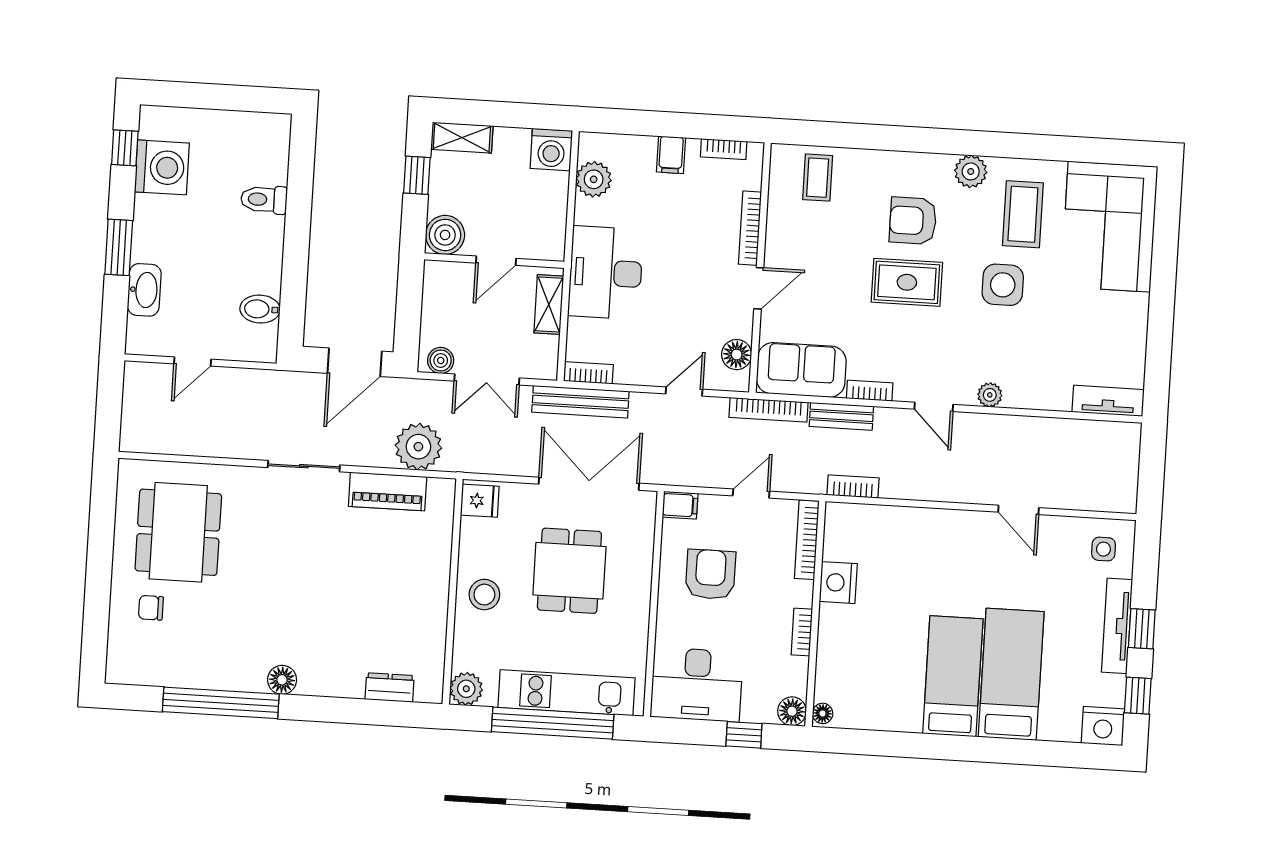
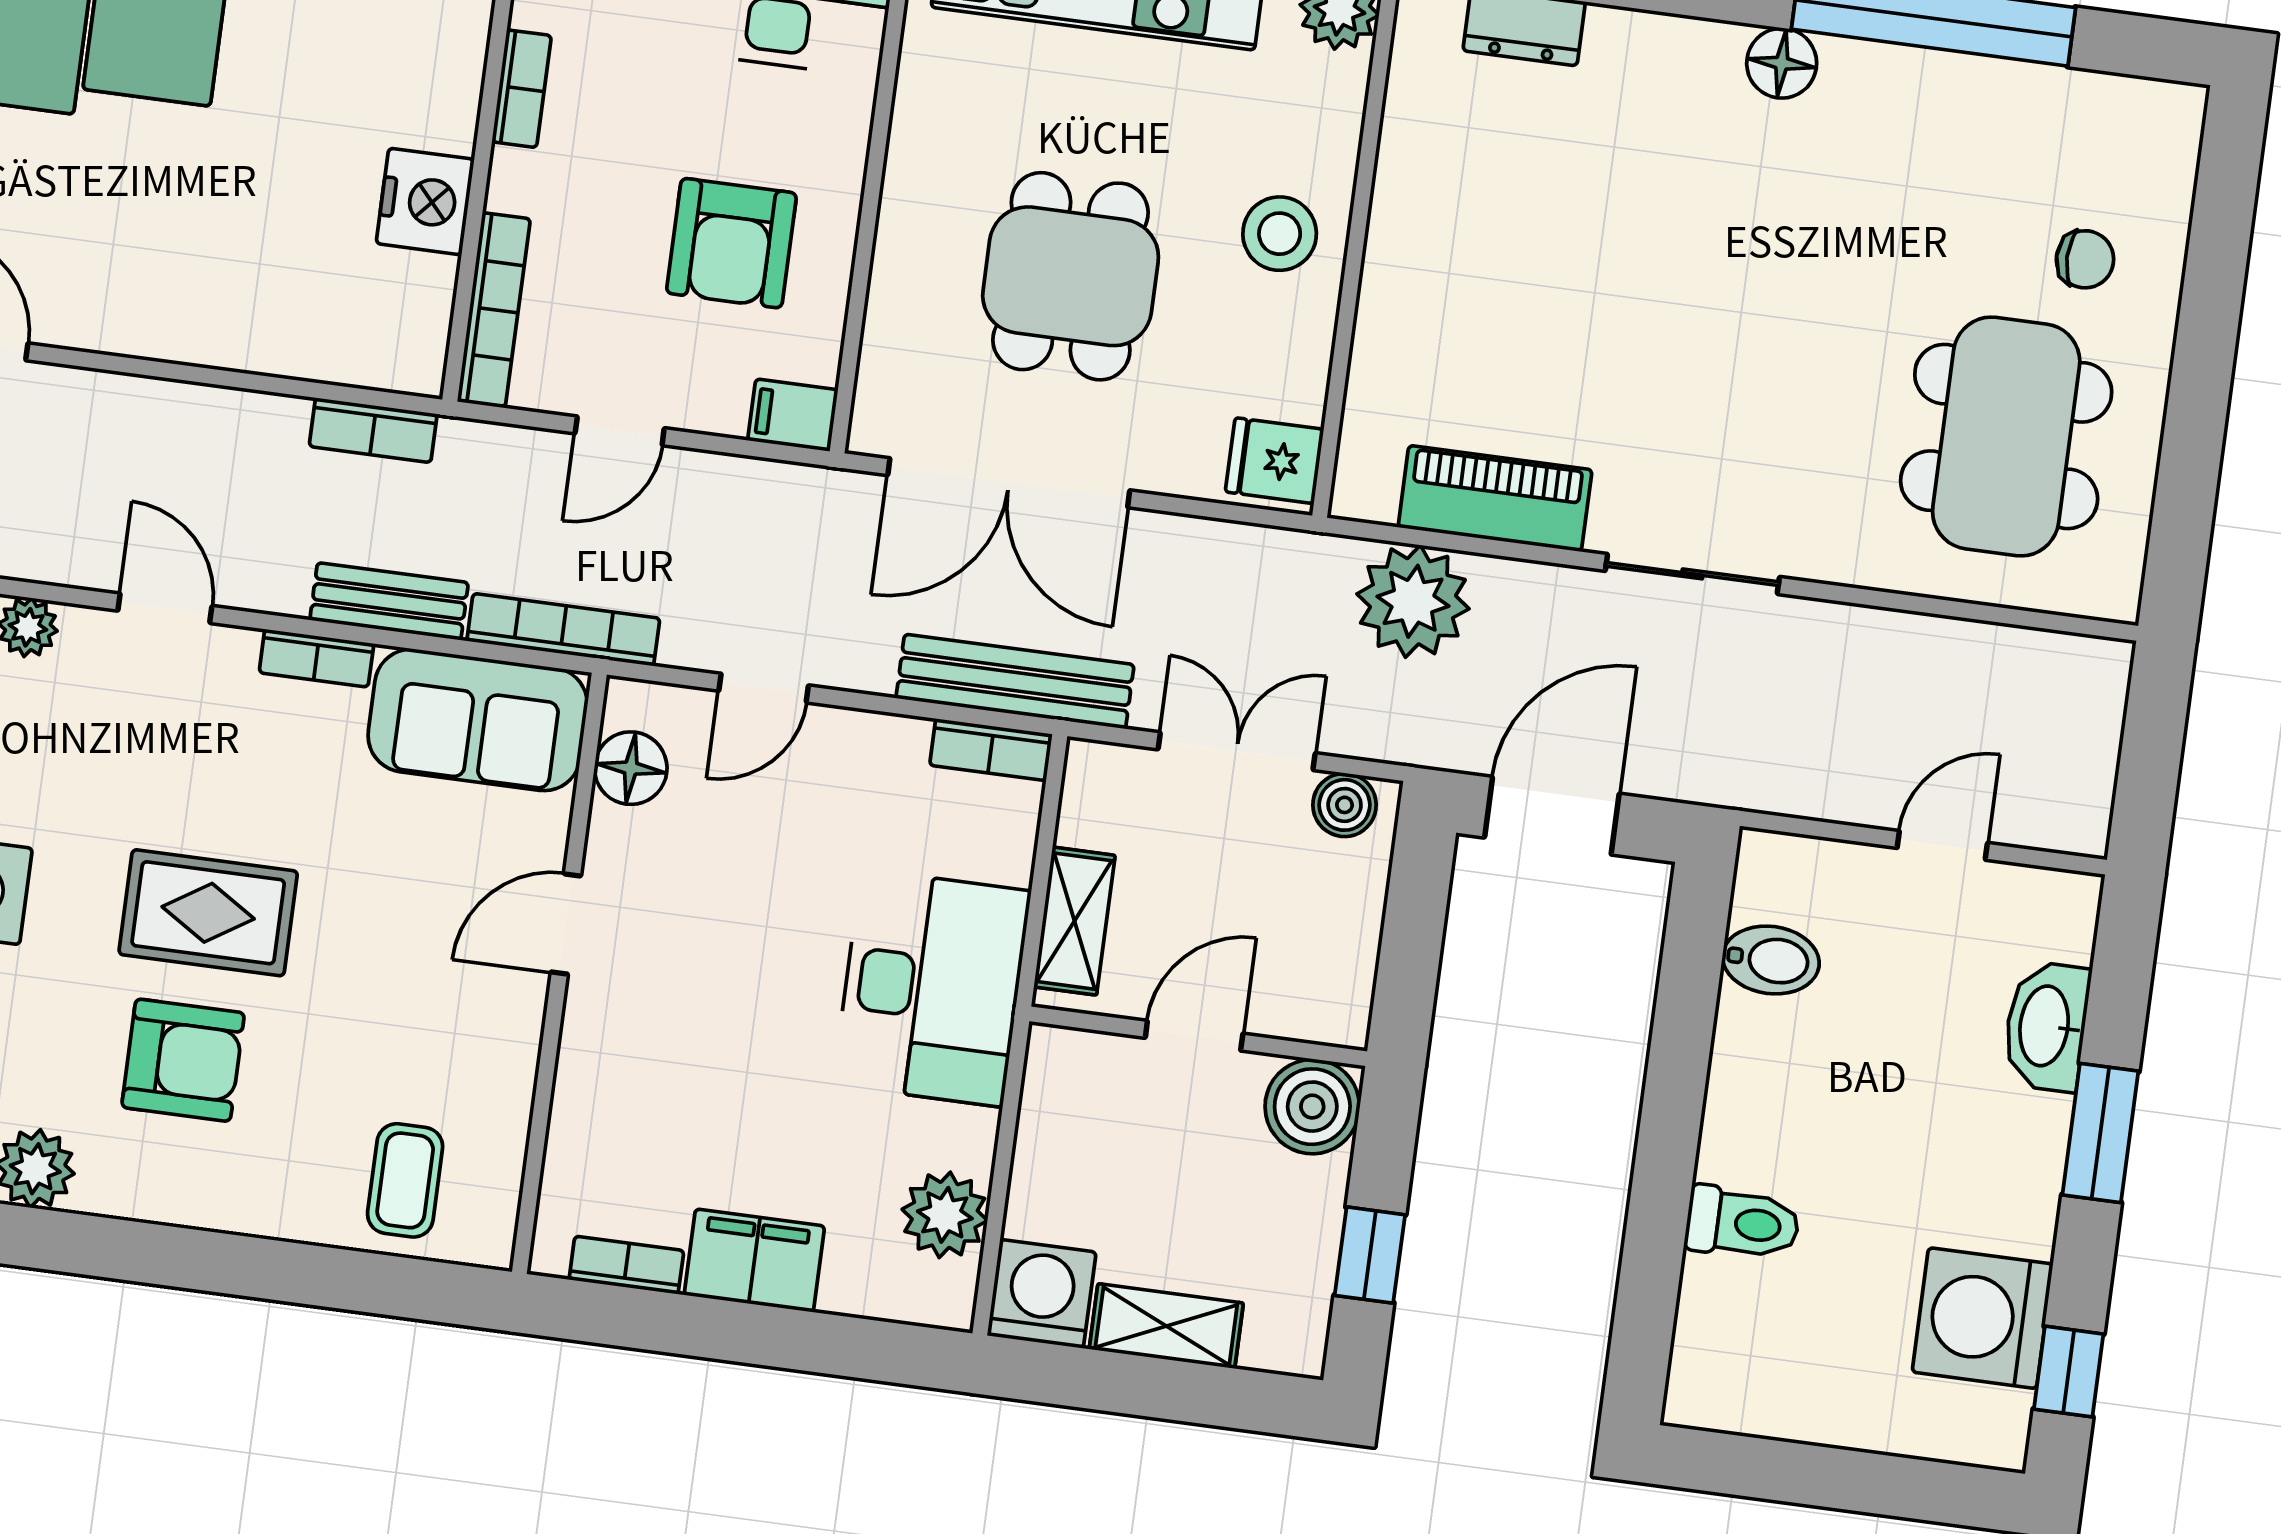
shelving: (462, 138) -> (1166, 1326), moved
filing cabinet: (671, 155) -> (754, 1261), width x2.00
bookcase: (750, 228) -> (577, 1070), removed

